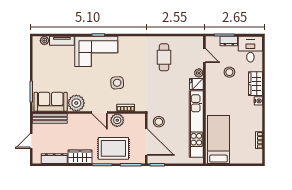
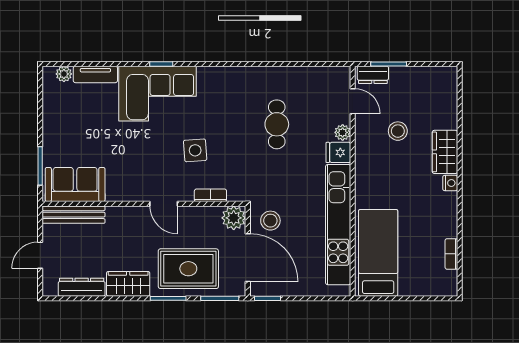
dresser: (229, 41) -> (373, 75), moved
desk: (250, 49) -> (436, 89), removed
cafe table: (164, 57) -> (277, 124), moved
plant: (76, 103) -> (121, 187), removed
plant: (117, 120) -> (234, 218), moved

